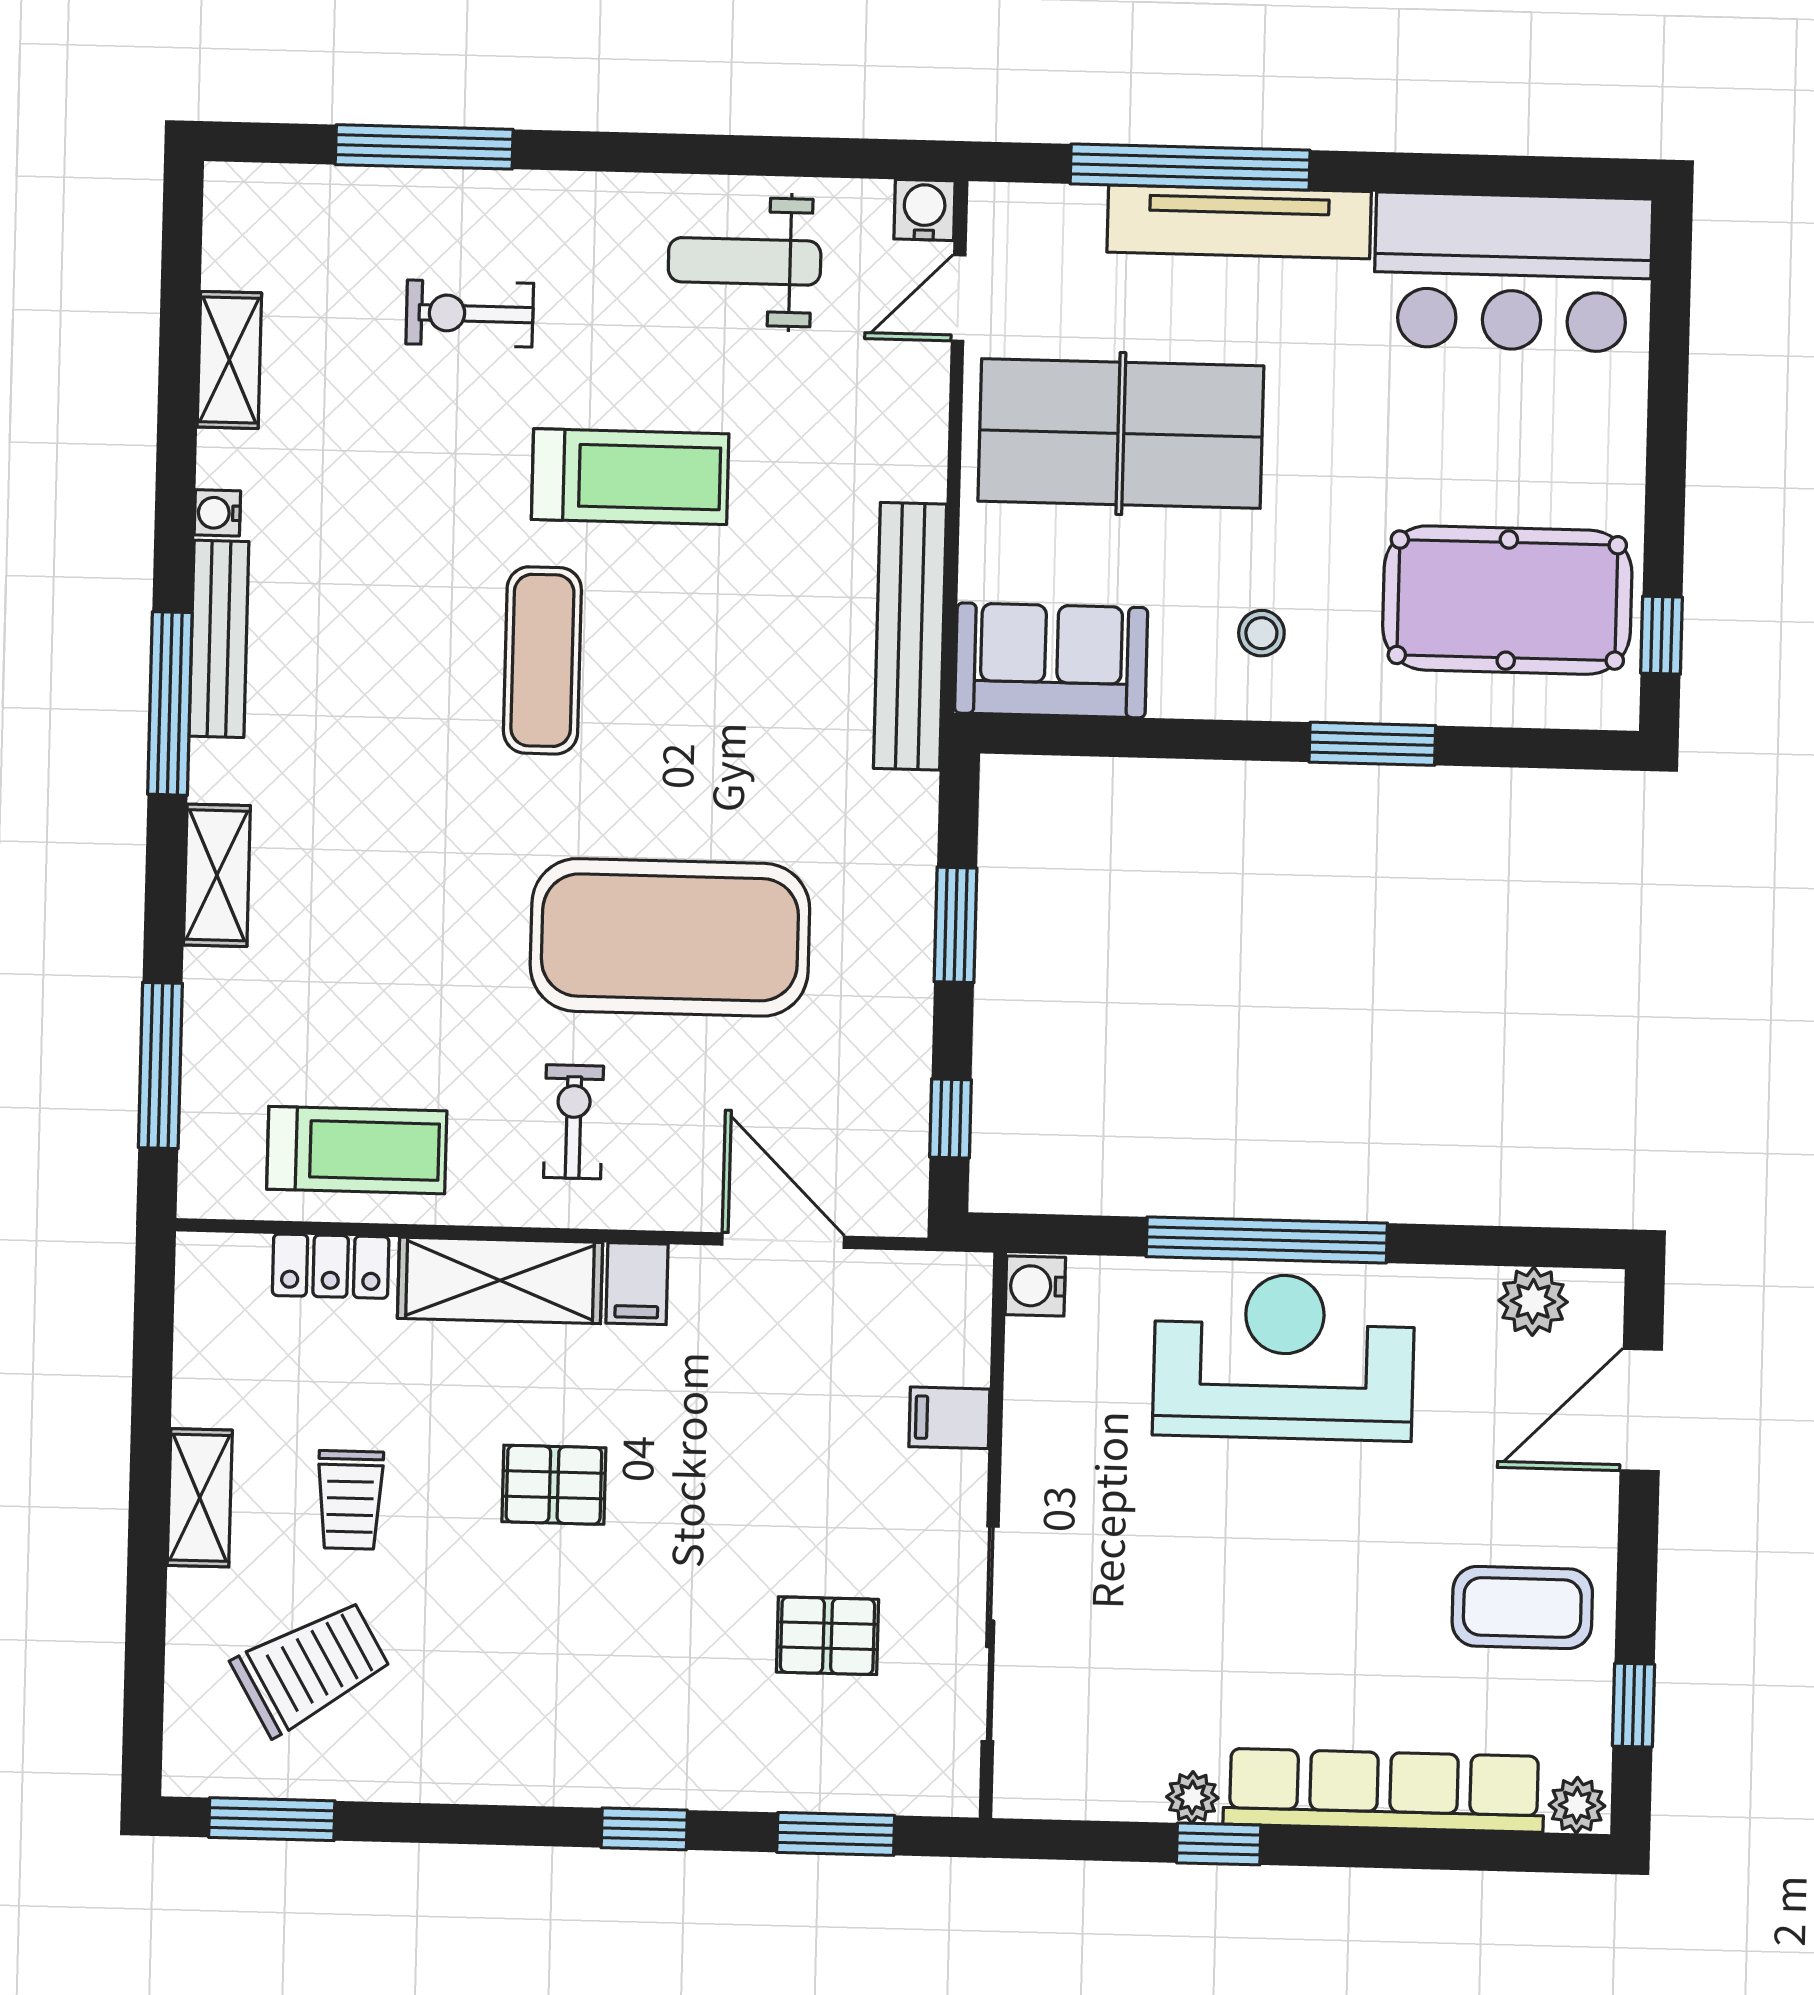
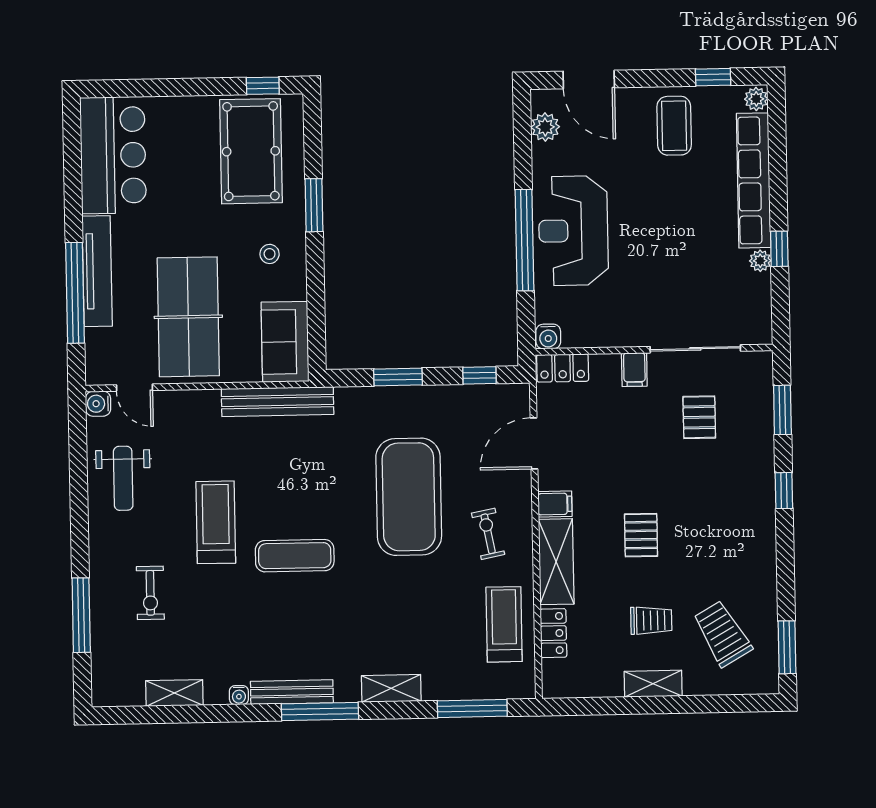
exercise bike: (574, 1122) -> (488, 534), turned 79
locker: (959, 1317) -> (563, 368), added
filing cabinet: (949, 1418) -> (634, 370), moved

